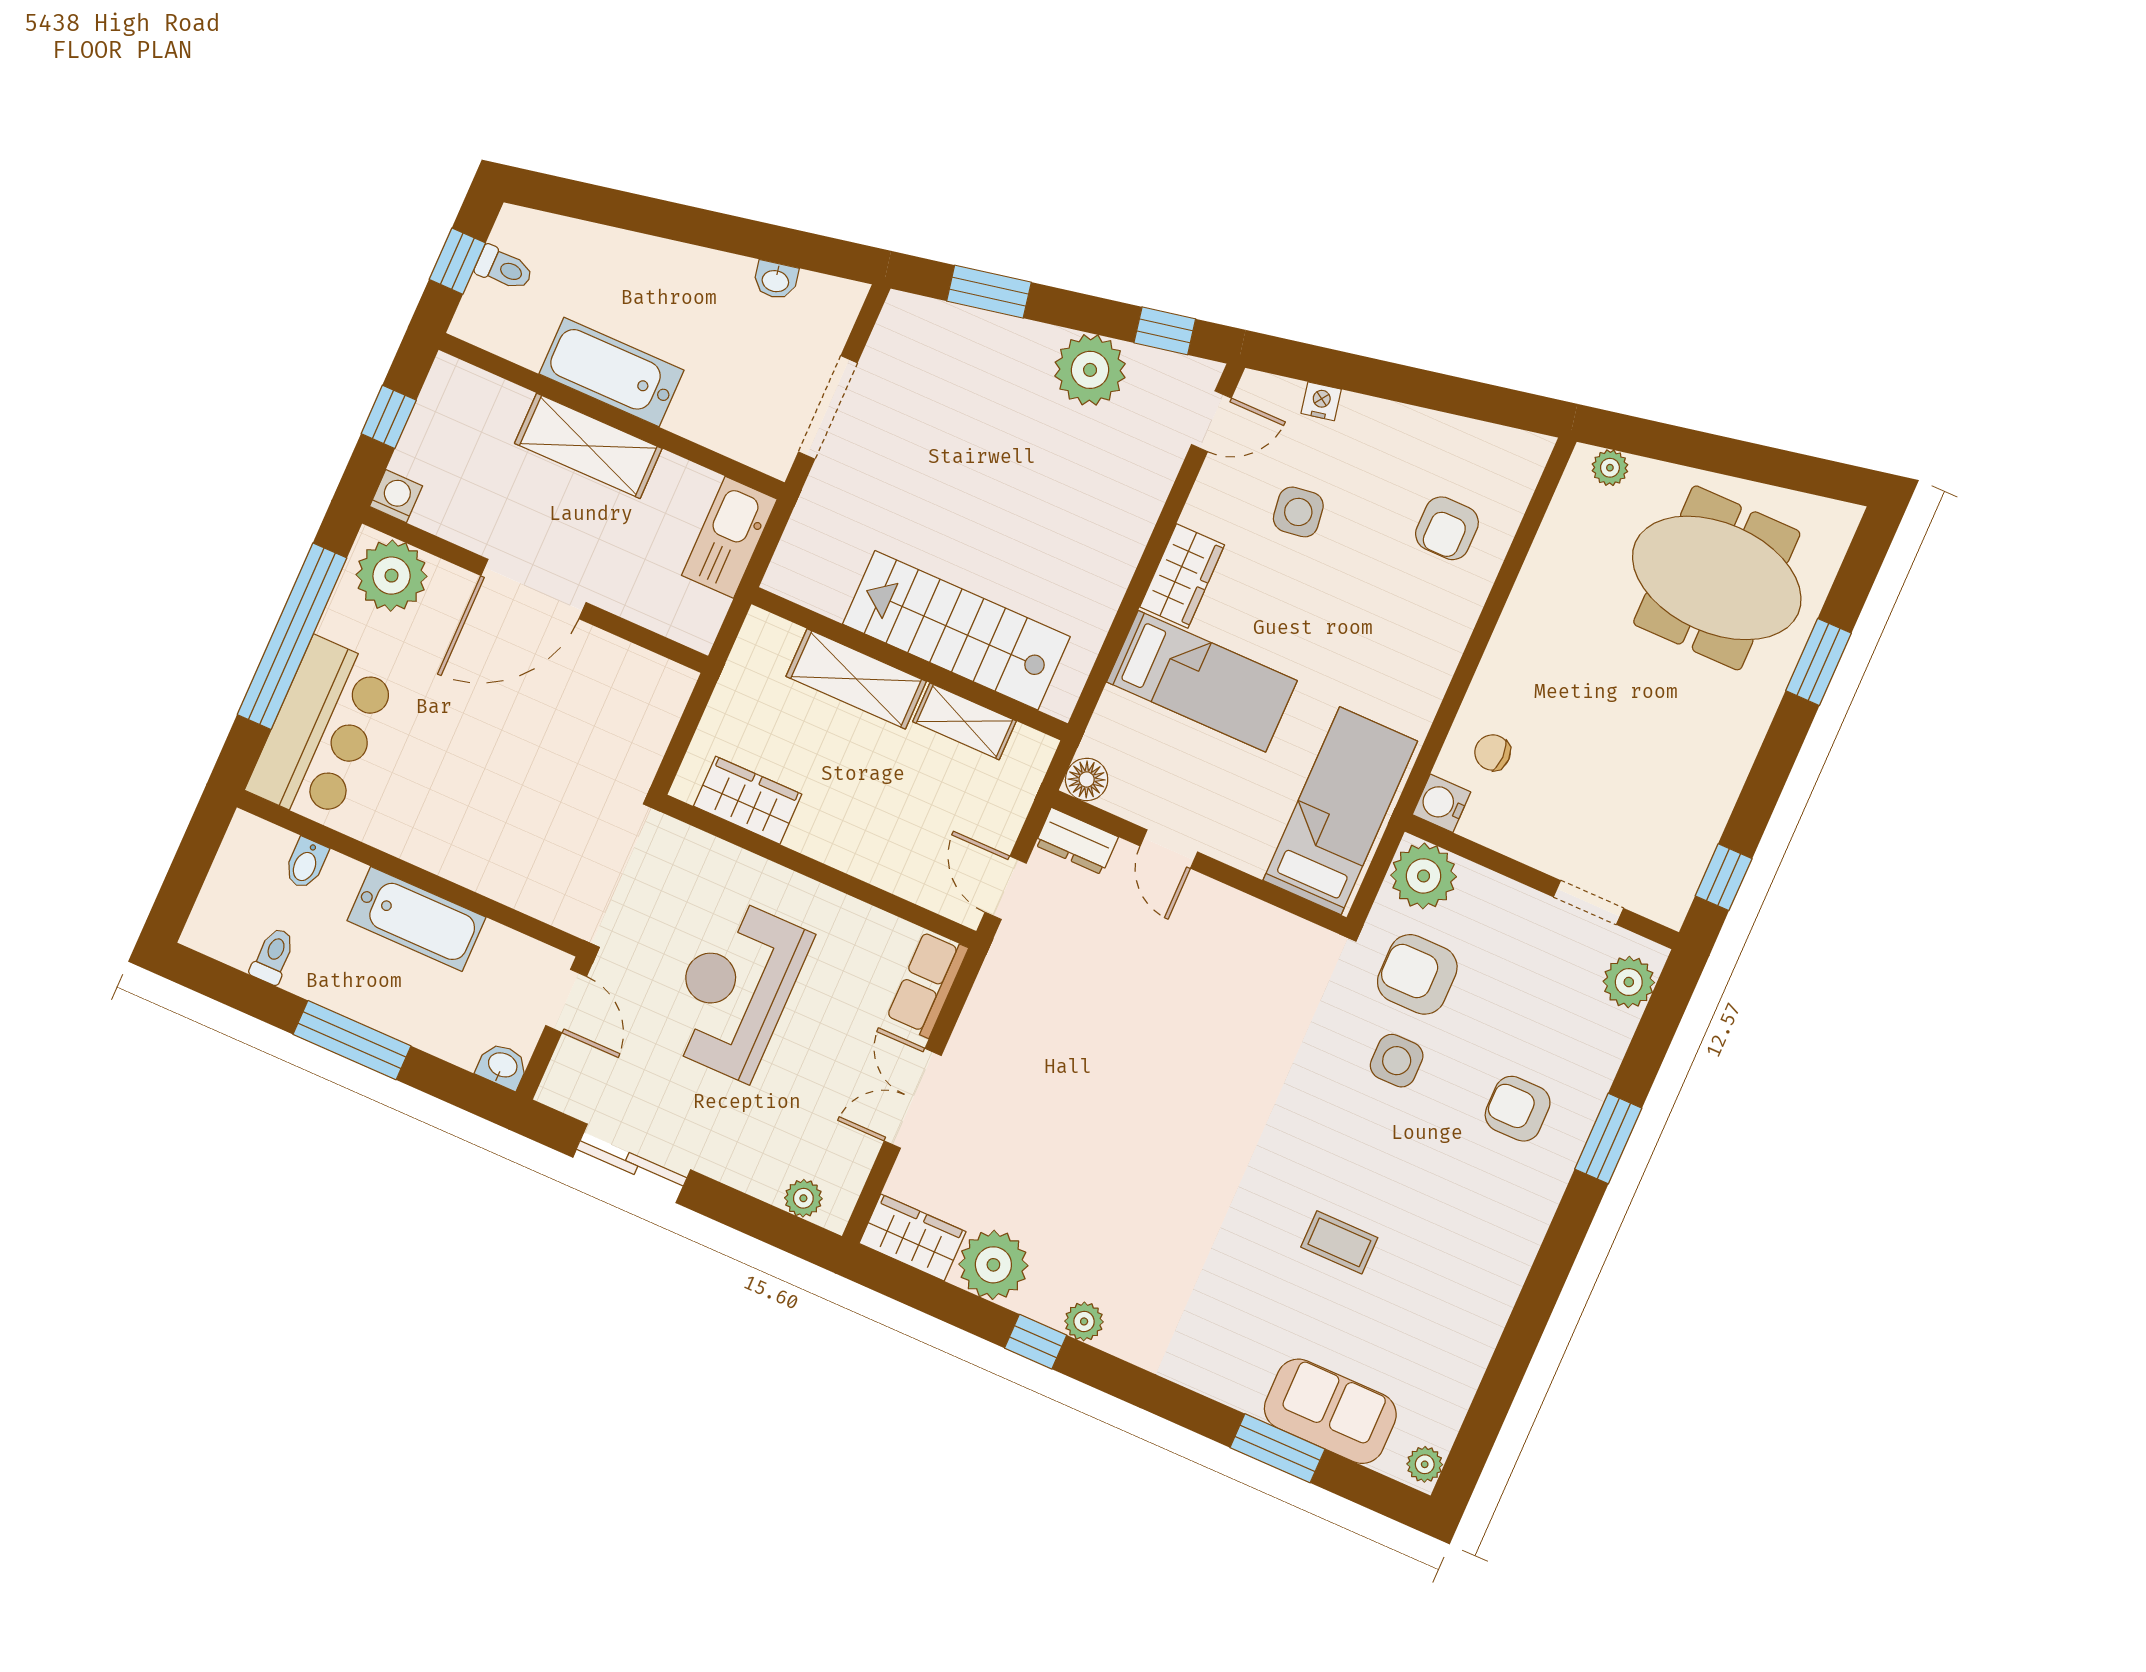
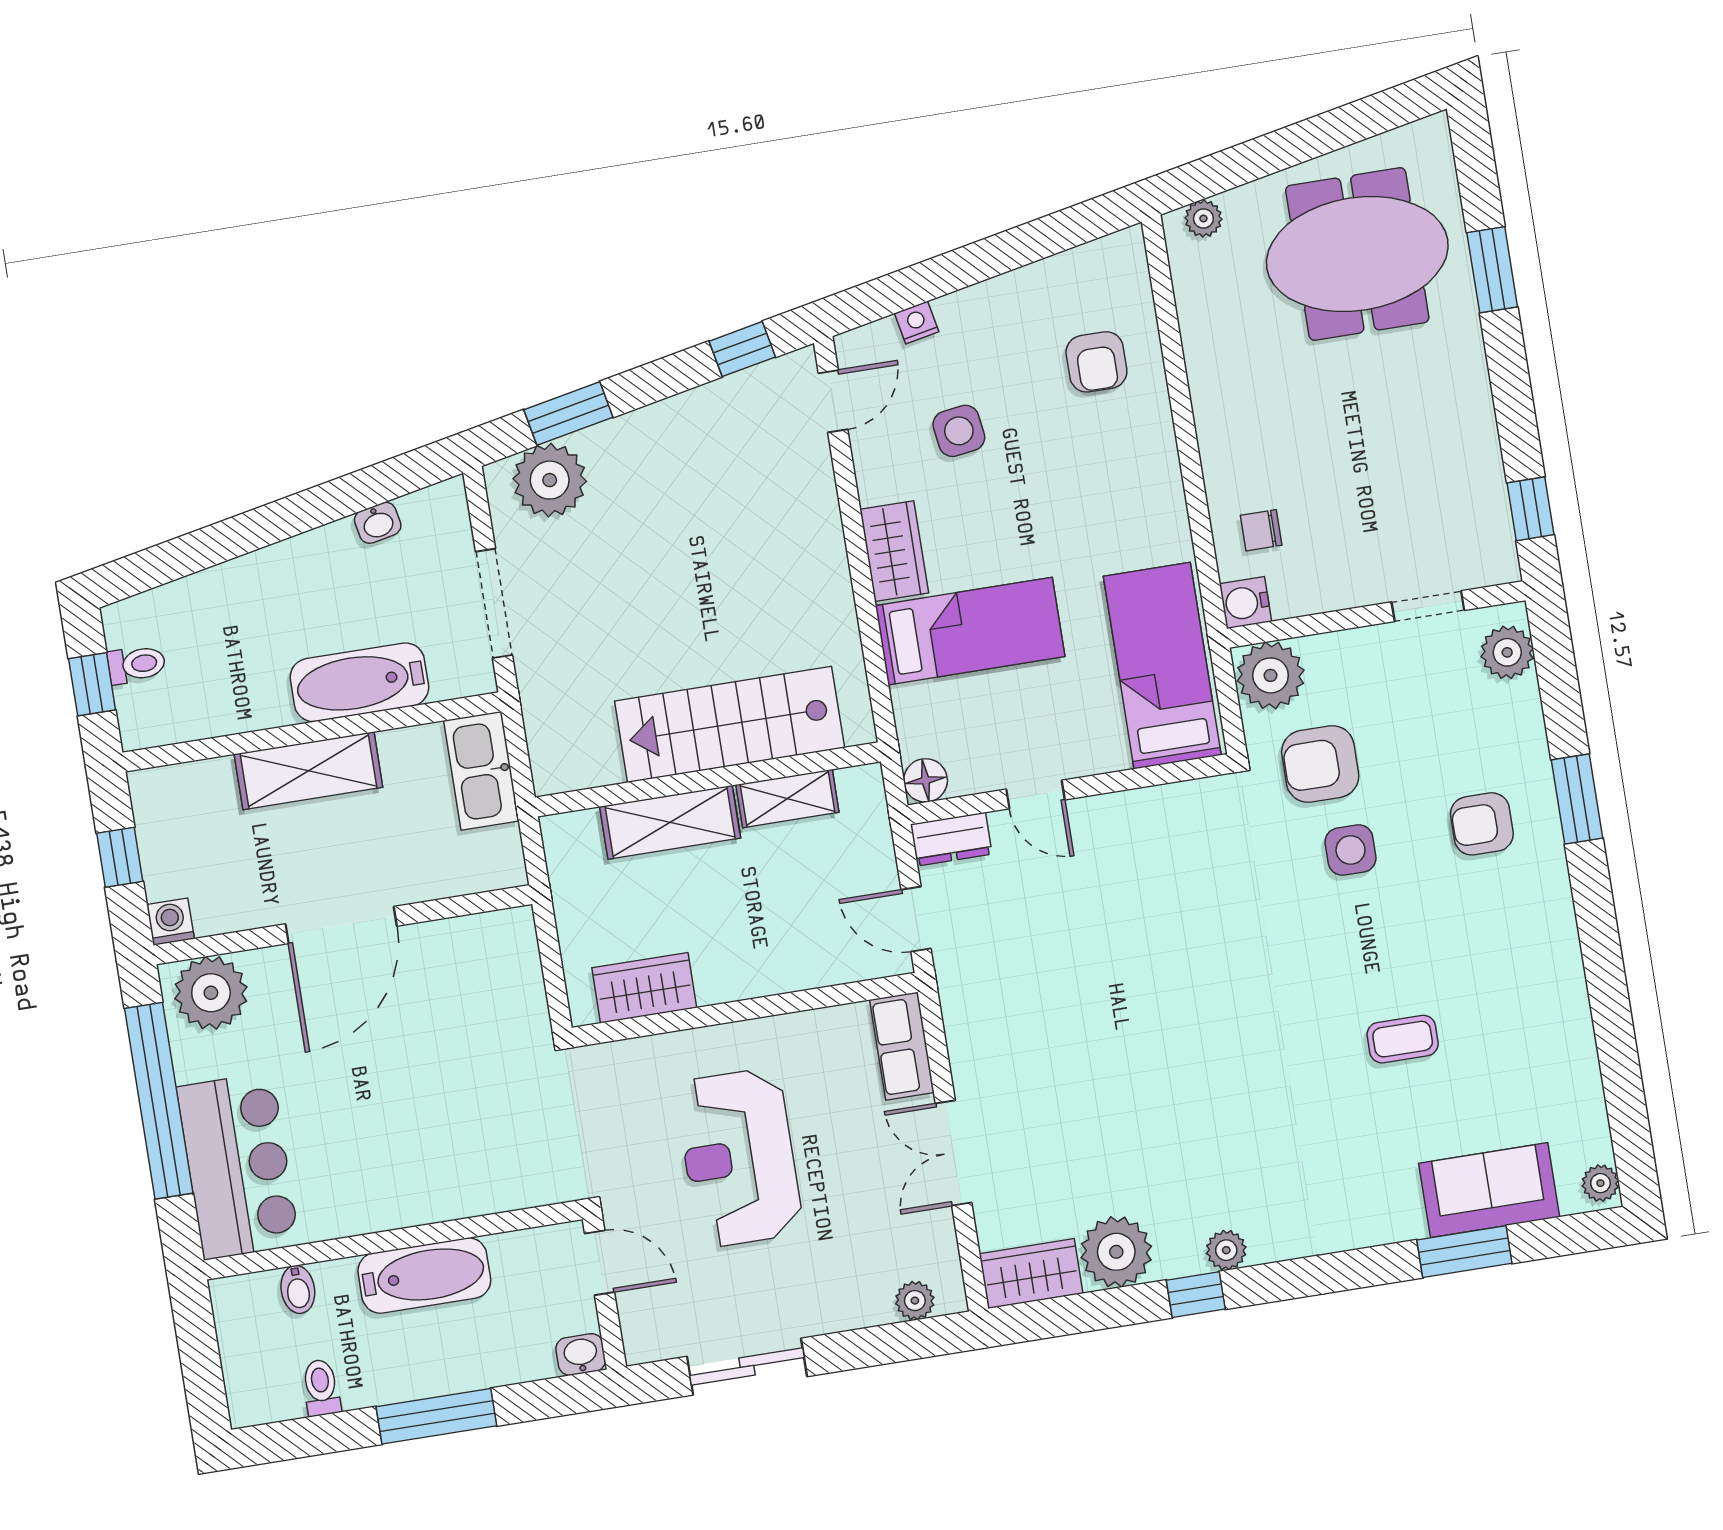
plant: (1090, 370) -> (550, 480), moved
bathtub: (612, 372) -> (359, 682), moved

